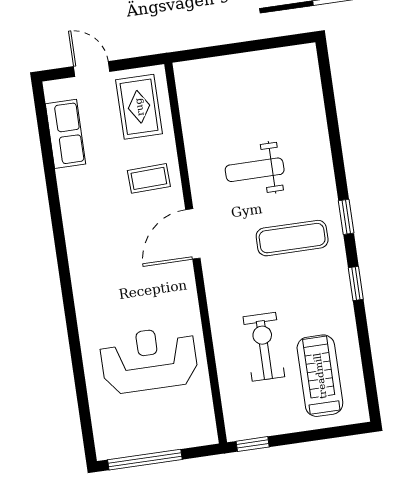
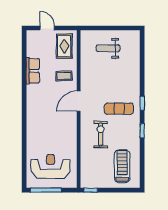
row of seats: (66, 134) -> (33, 71), moved
weight bench: (255, 170) -> (108, 48), moved
exercise bike: (264, 347) -> (101, 134), moved
reception desk: (149, 360) -> (51, 166), moved

